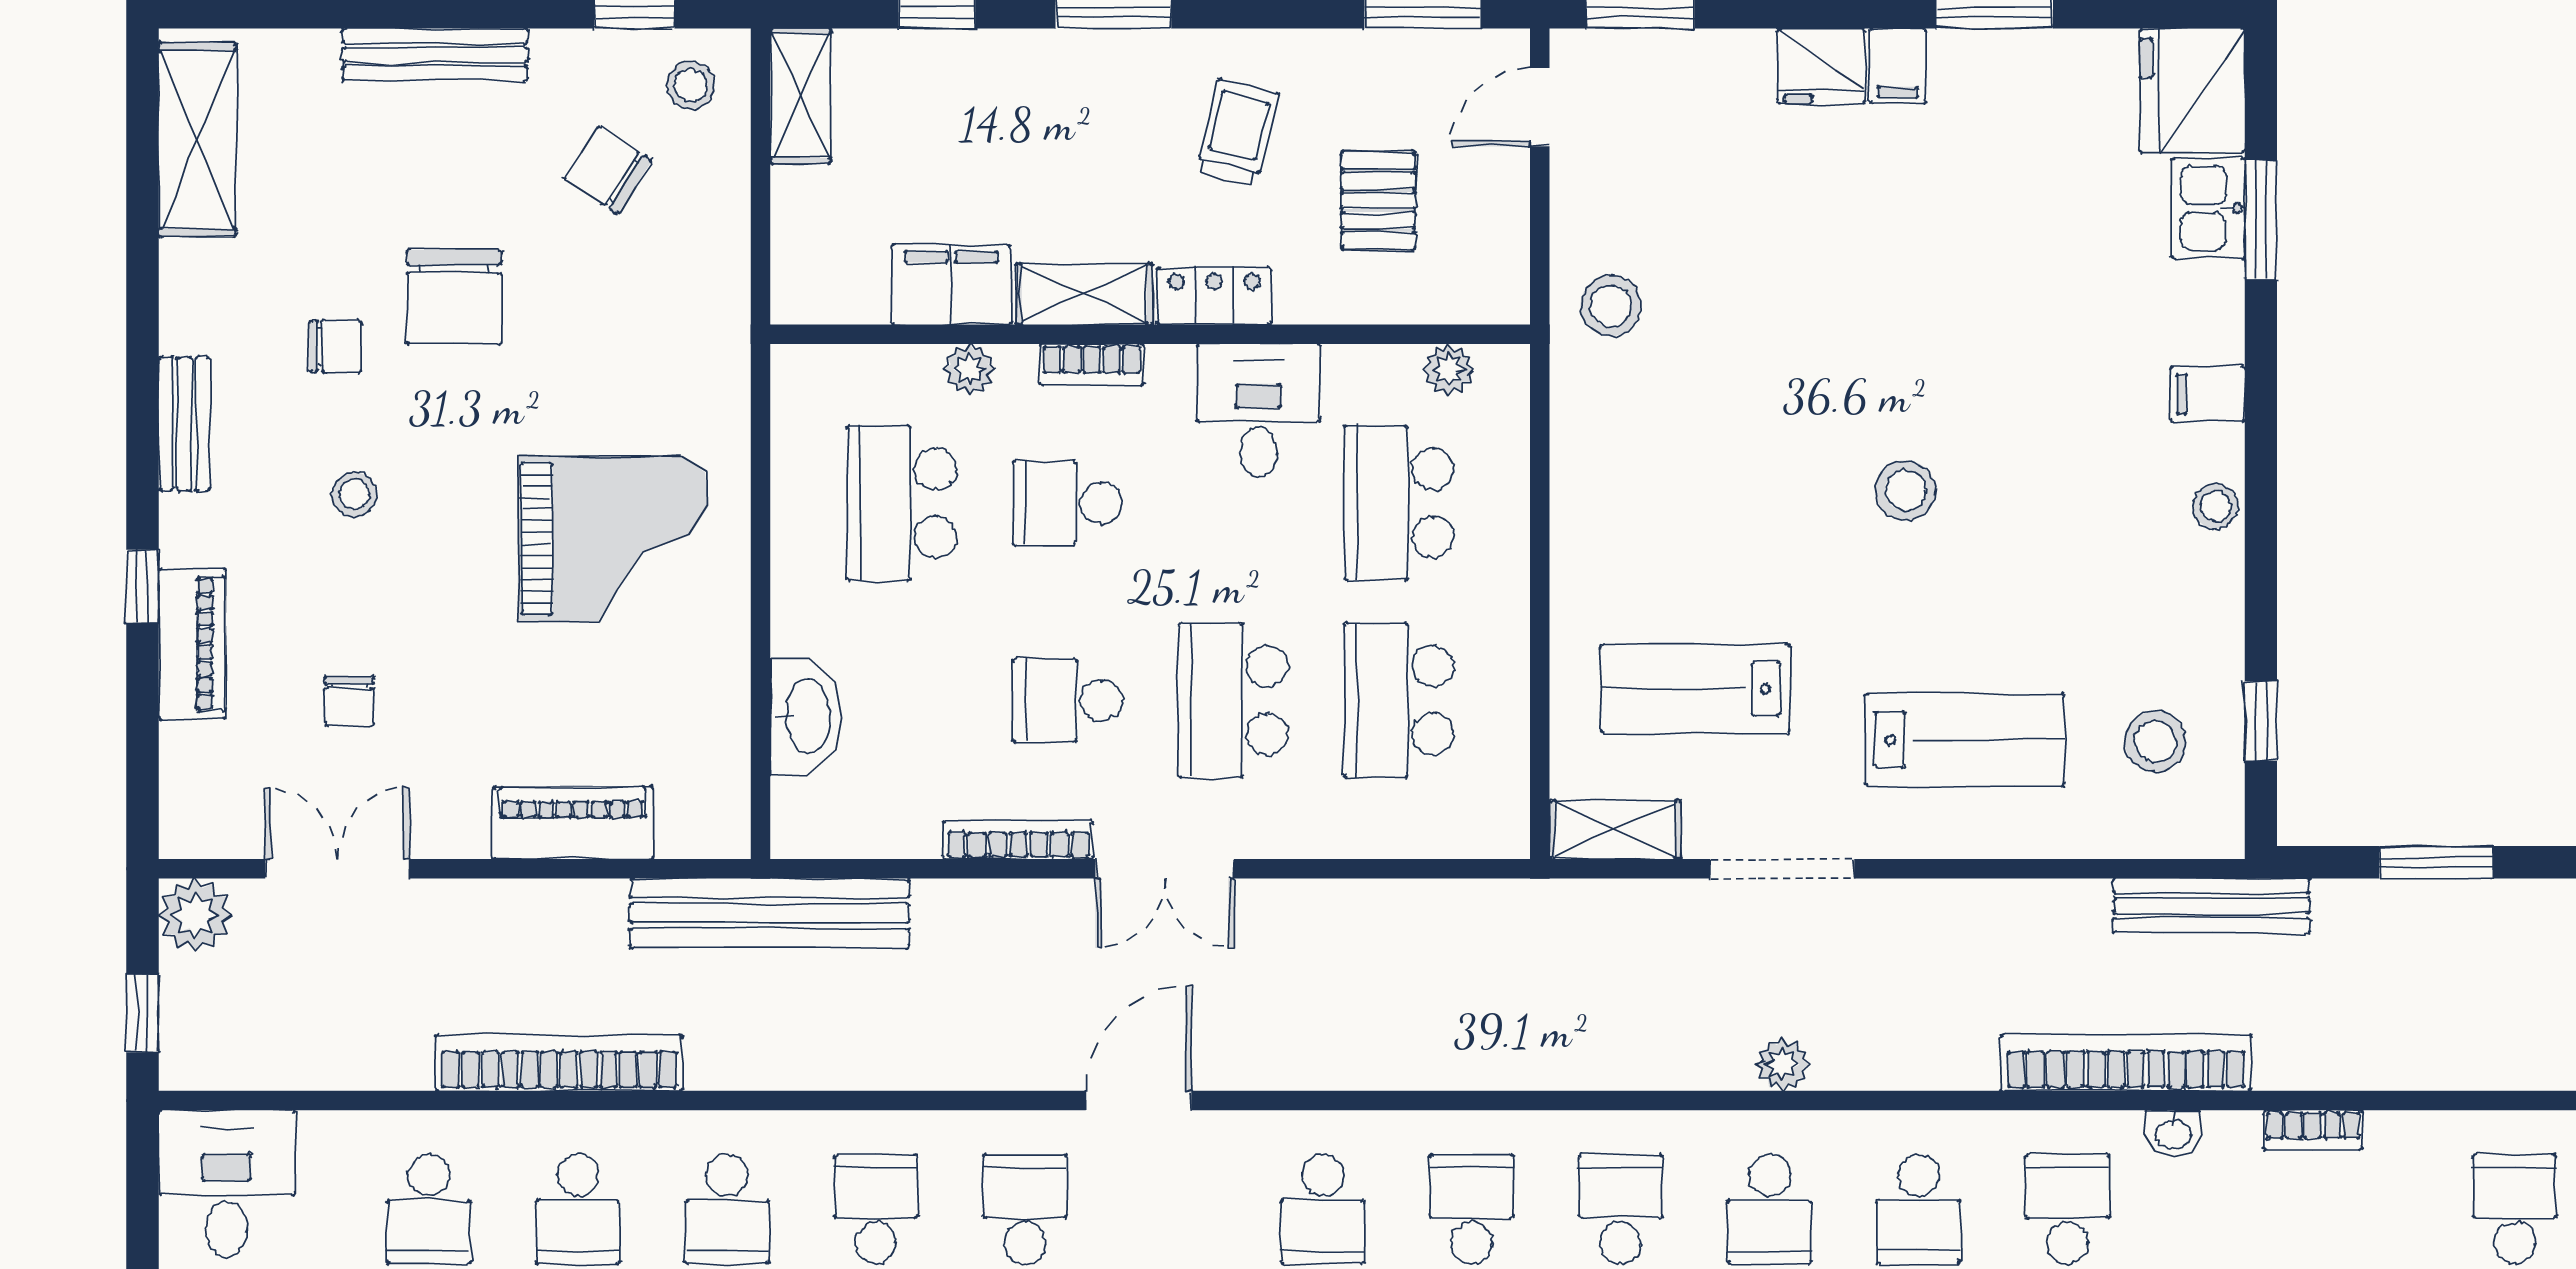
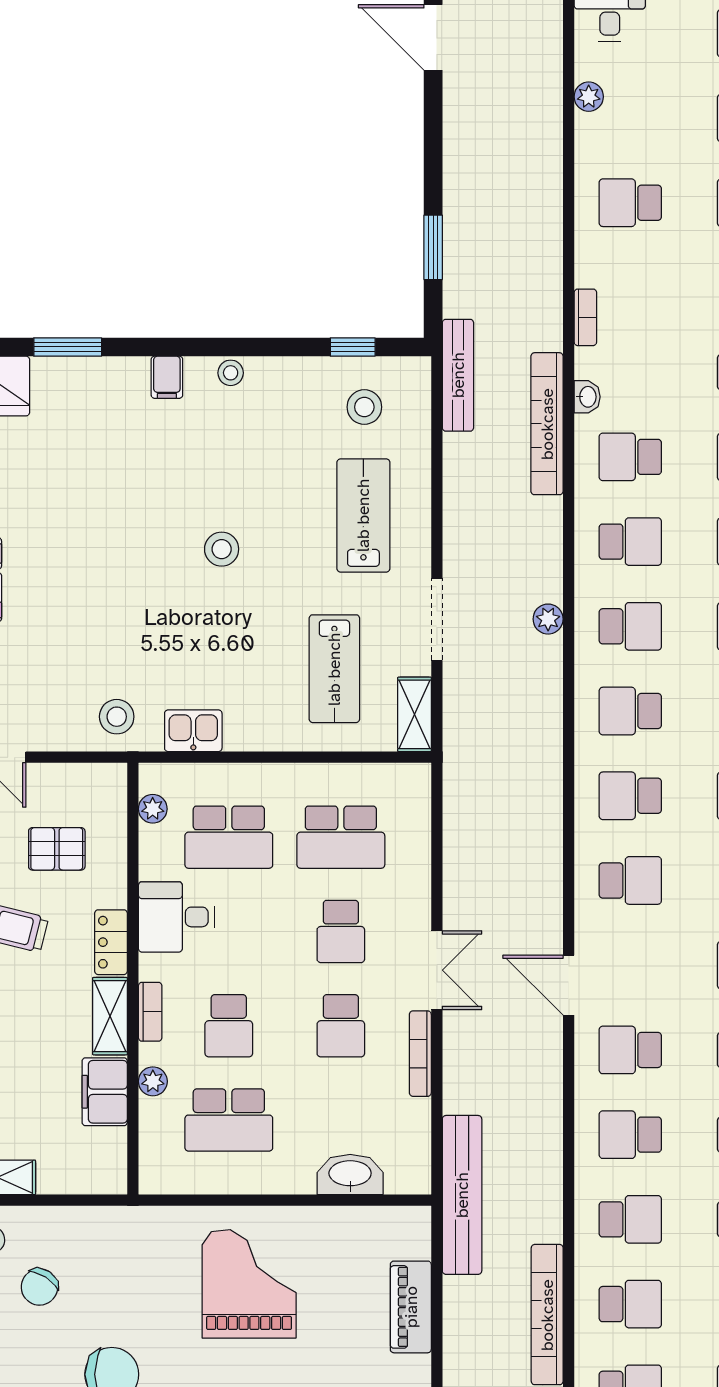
kitchen sink: (2208, 208) -> (193, 731), moved, turned 180
school desk: (1233, 700) -> (341, 931), width x0.54

